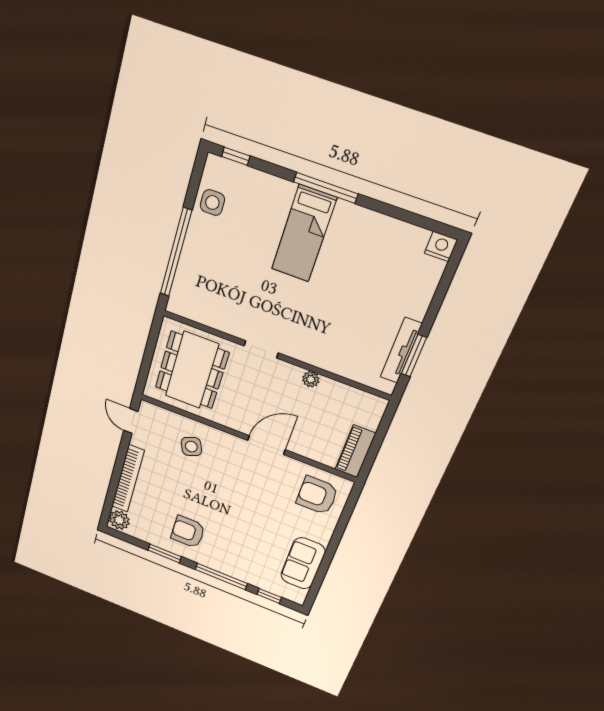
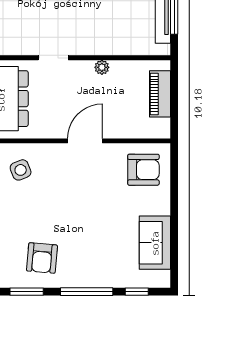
piano: (355, 451) -> (160, 94), moved
armchair: (317, 495) -> (143, 170), turned 180
armchair: (188, 532) -> (42, 258), turned -85

